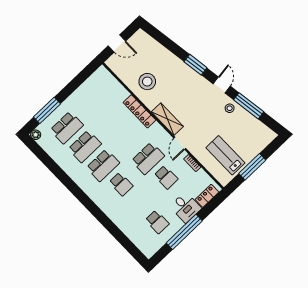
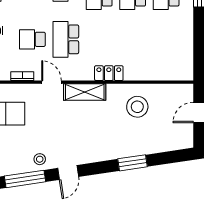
window: (195, 65) -> (133, 163), moved
door: (222, 85) -> (68, 172), hinge flipped
locker: (139, 111) -> (109, 73), width x0.66

